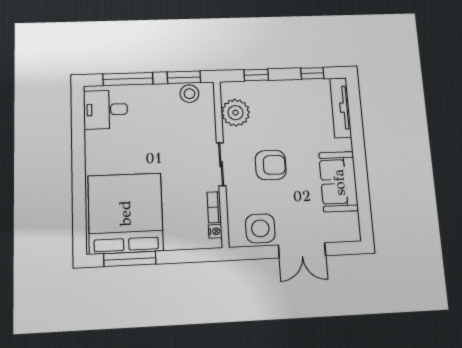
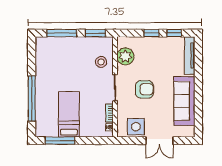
window: (256, 75) -> (152, 33), moved
stool: (189, 94) -> (101, 62), moved
desk: (106, 110) -> (48, 52), removed
sofa: (339, 182) -> (184, 101), width x1.36
window: (79, 188) -> (32, 98), added
bed: (125, 213) -> (69, 114), width x0.49

